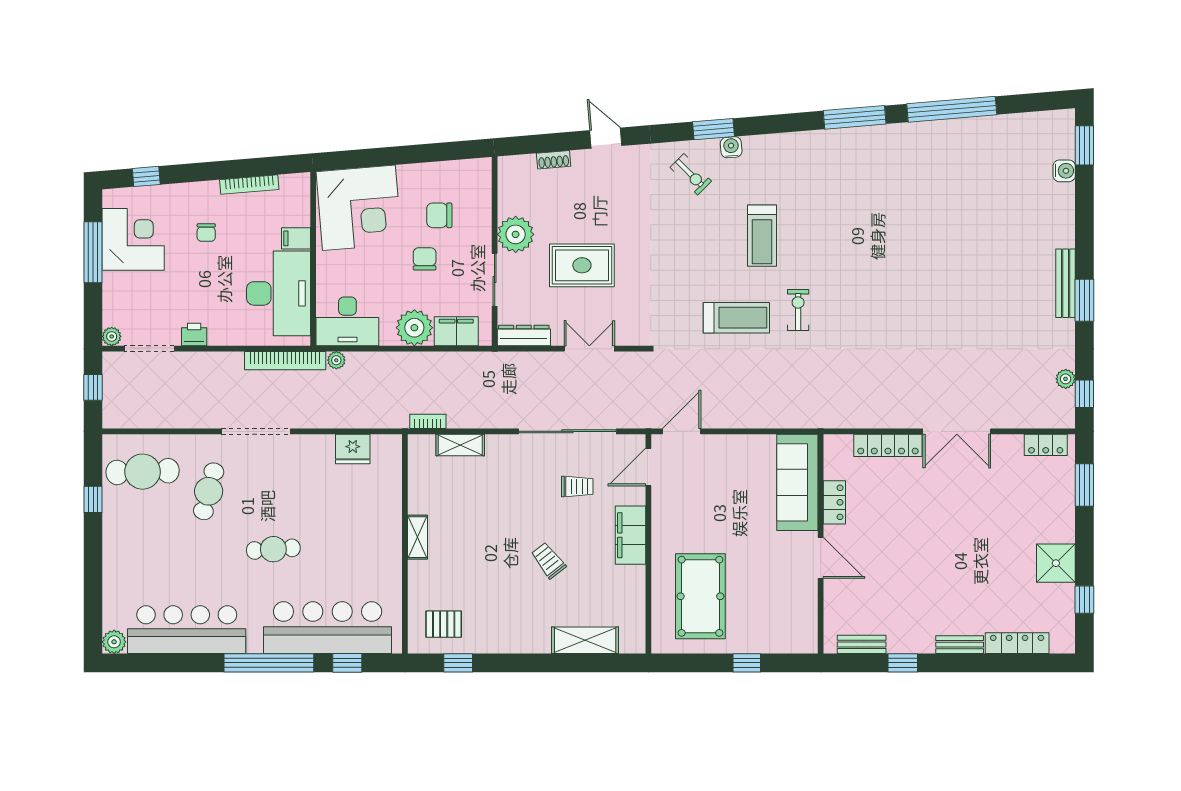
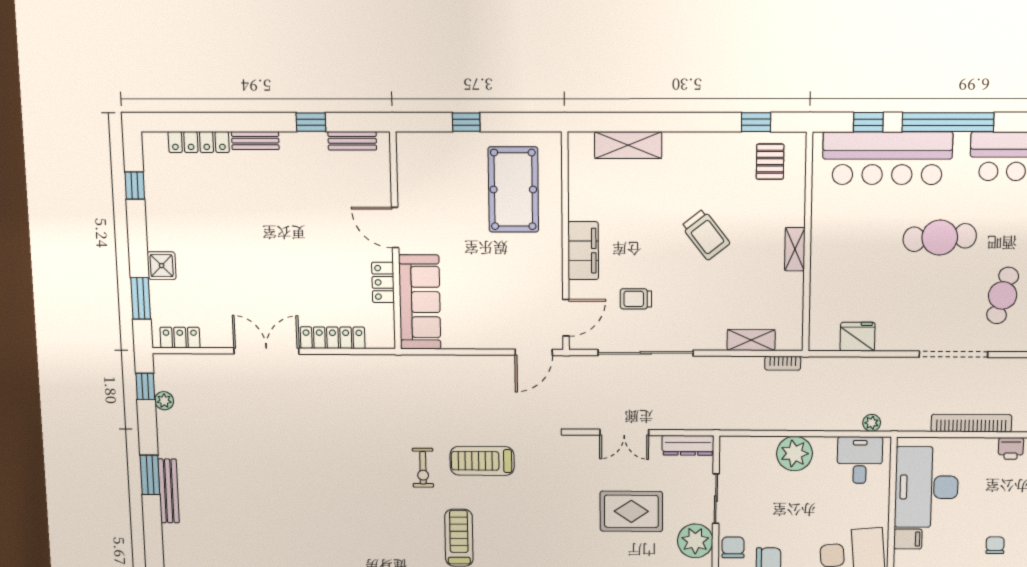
chair: (425, 259) -> (733, 547), moved, turned 180
desk: (347, 321) -> (860, 460), width x0.73
filing cabinet: (456, 331) -> (754, 450), removed
bookcase: (285, 361) -> (971, 423), moved
cafe table: (273, 549) -> (940, 238), width x1.37, depth x1.35
trolley: (548, 560) -> (706, 235), moved, width x1.36, depth x1.39
shower: (1056, 563) -> (162, 266), moved, width x0.73, depth x0.73
pallet: (444, 624) -> (770, 162), turned 90

